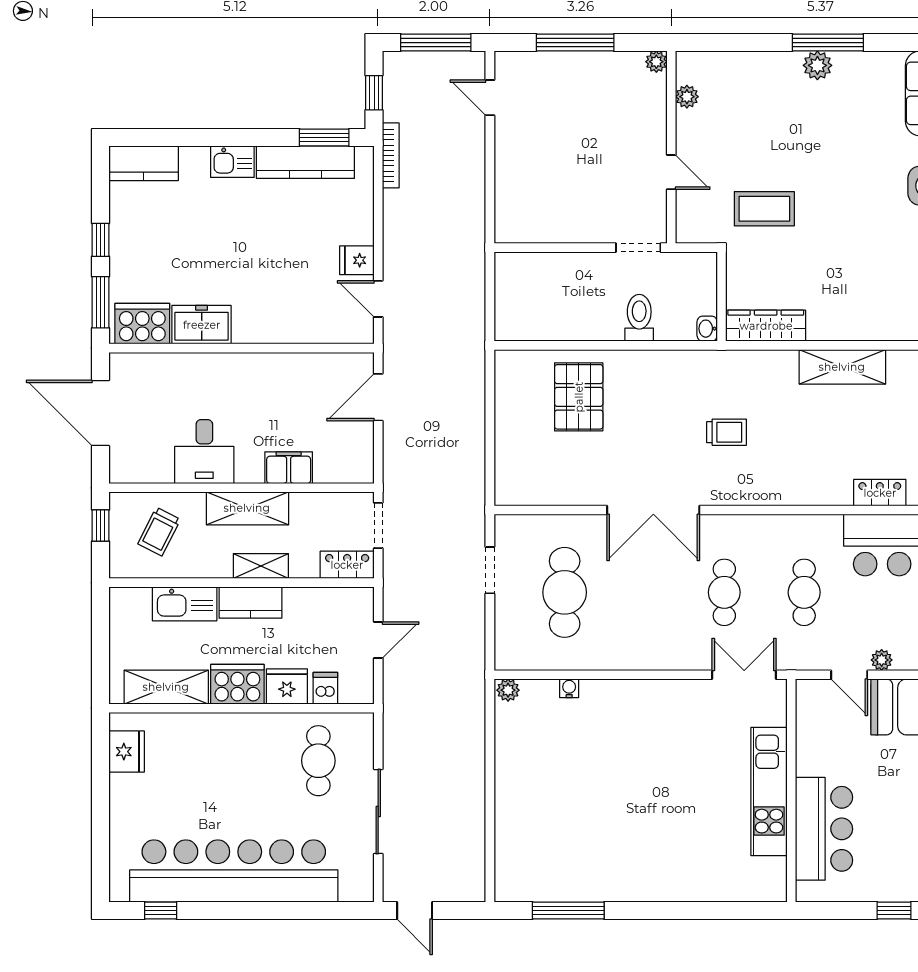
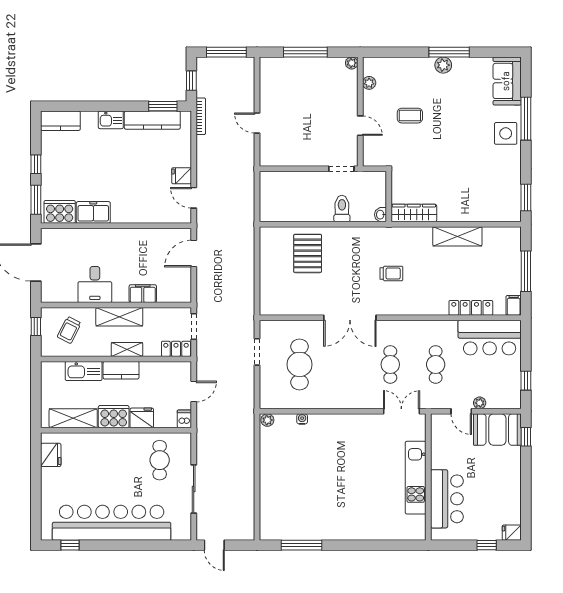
door: (490, 98) -> (257, 123), moved
coffee table: (764, 209) -> (410, 116), moved, width x0.73, depth x0.77
locker: (880, 493) -> (471, 308), width x1.53
dishwasher: (325, 688) -> (184, 419), moved

